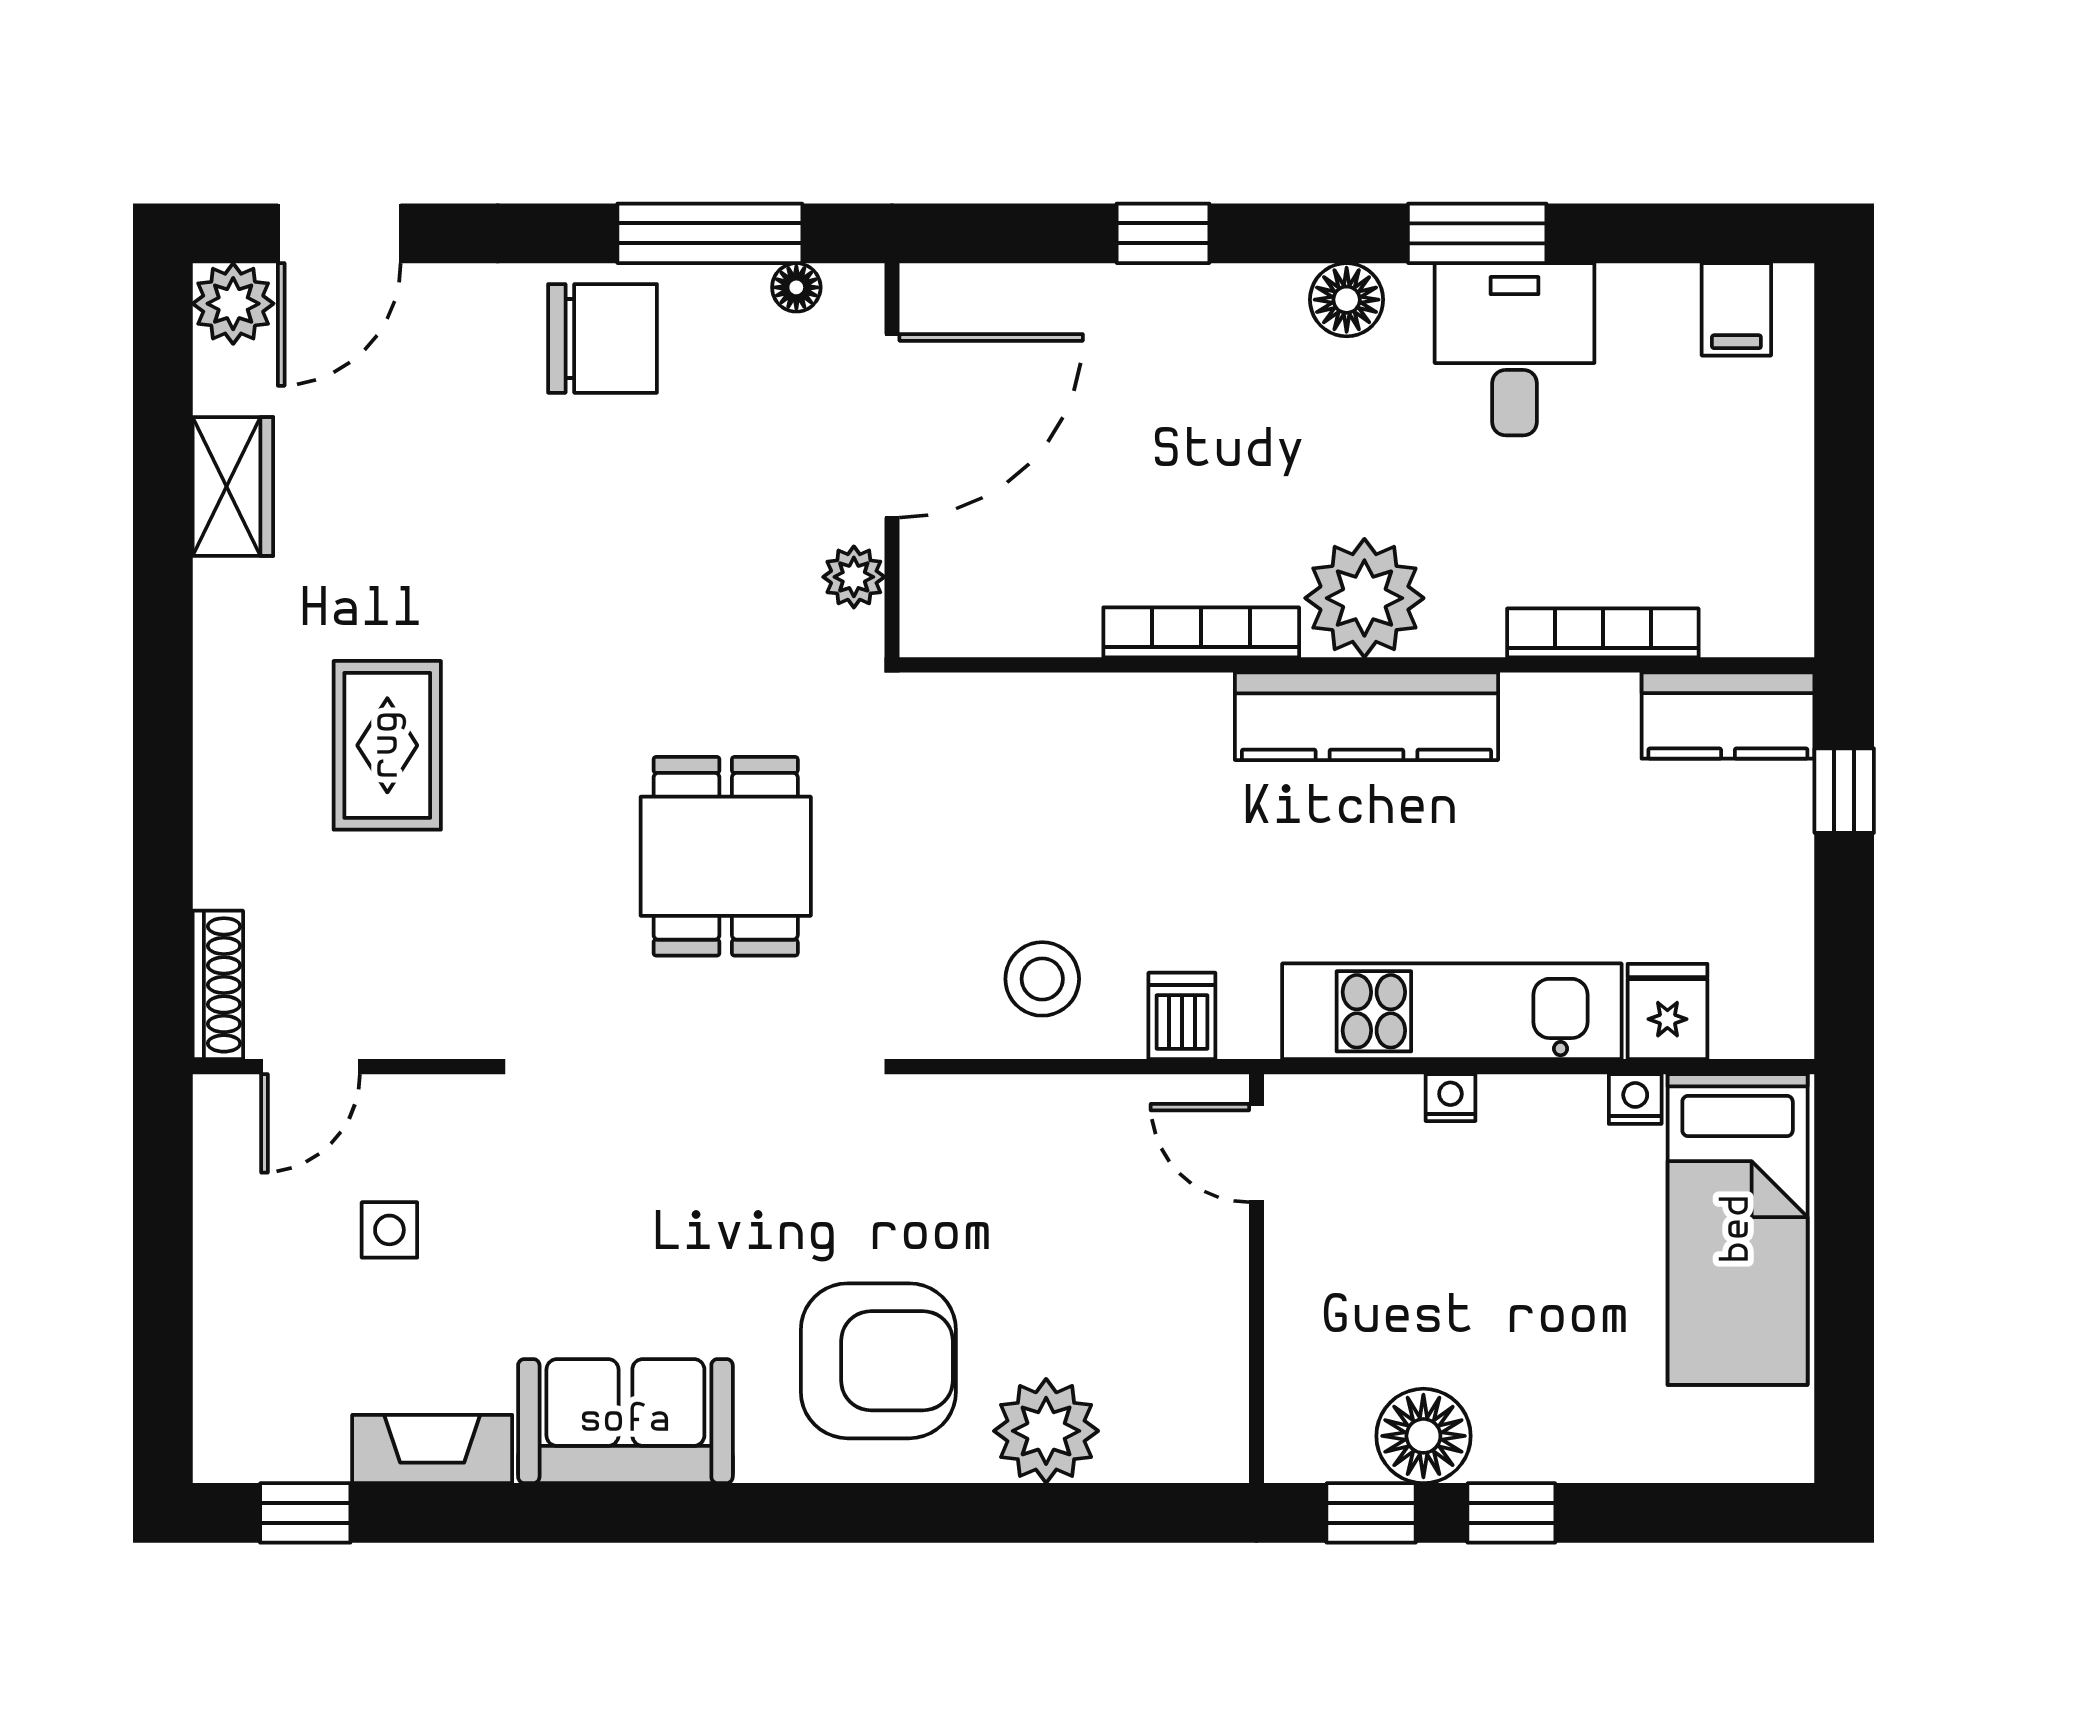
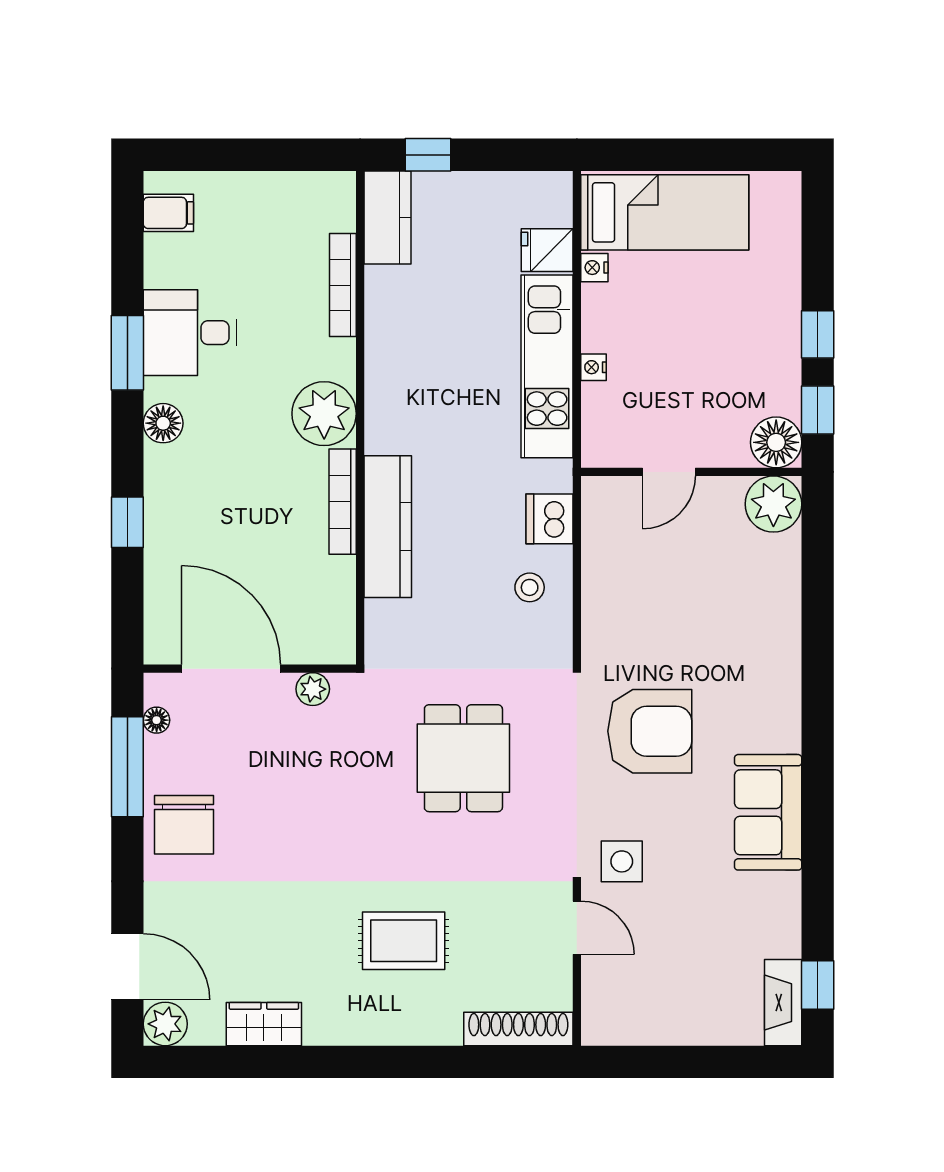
chair: (603, 338) -> (184, 825), turned 180
kitchen counter: (1366, 716) -> (388, 527), moved
dining table: (726, 856) -> (463, 758), turned 90
stool: (1042, 979) -> (530, 587), width x0.73, depth x0.73
shoe rack: (218, 985) -> (518, 1029), width x1.36, depth x1.24
dishwasher: (1182, 1016) -> (550, 519), width x1.38
door: (310, 1067) -> (577, 928), moved
door: (1256, 1153) -> (669, 472), moved
side table: (389, 1230) -> (622, 861), moved, width x1.37, depth x1.37
armchair: (878, 1361) -> (650, 731), moved, turned 90
plant: (1046, 1431) -> (773, 504), moved
floor lamp: (1423, 1436) -> (776, 442), moved
fireplace: (432, 1449) -> (783, 1003), moved

